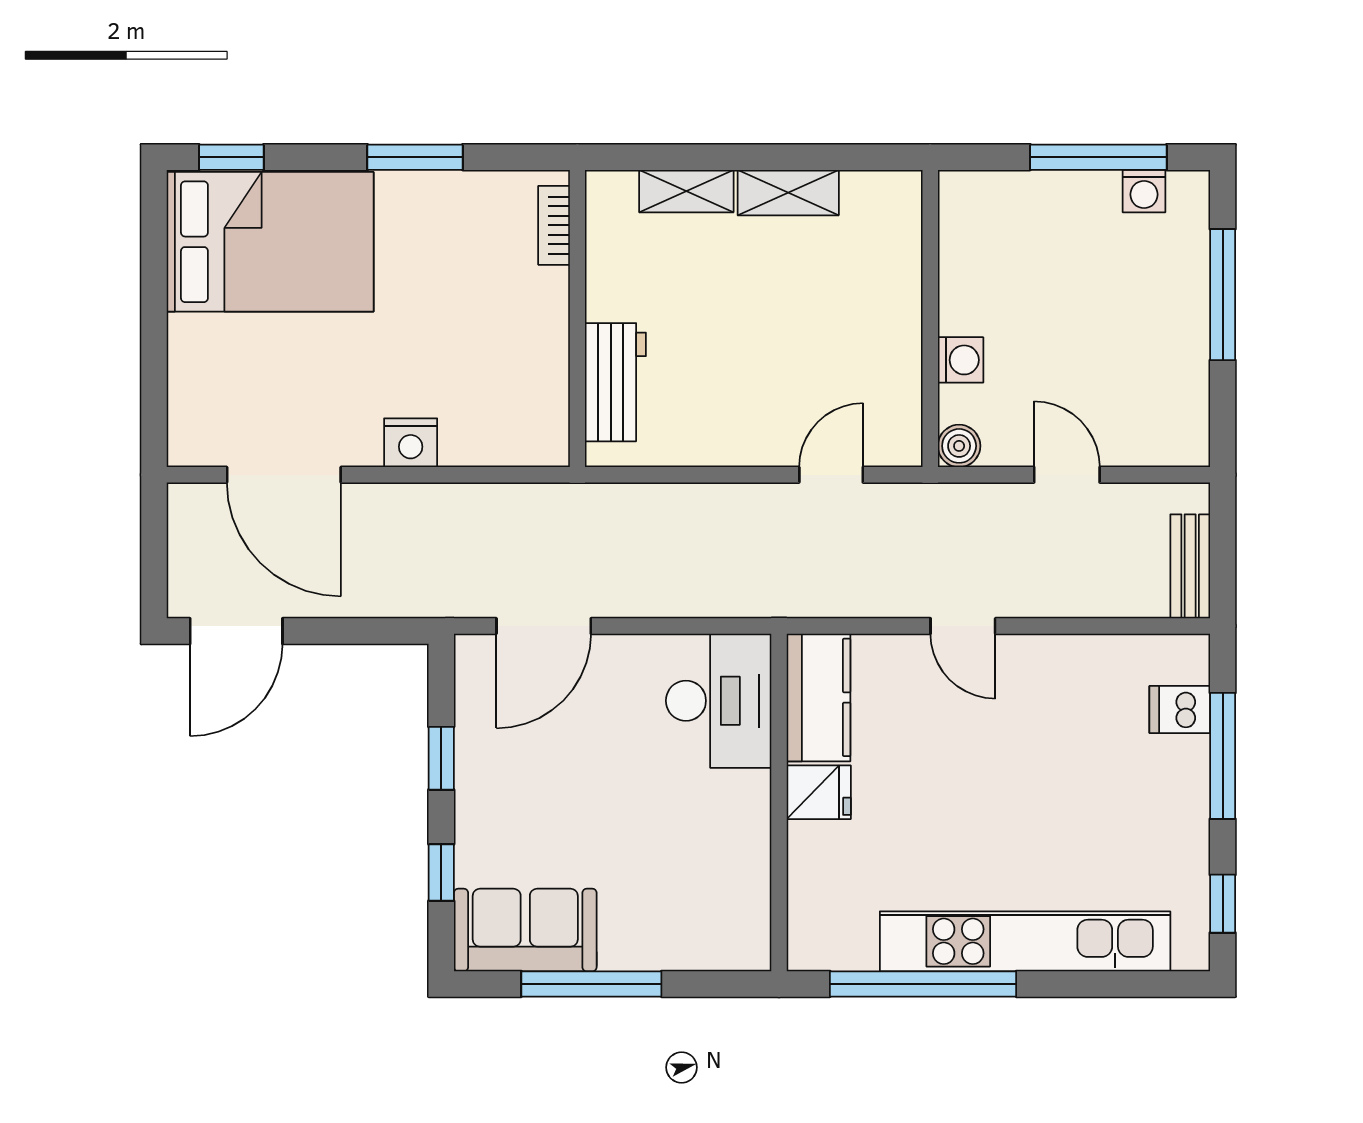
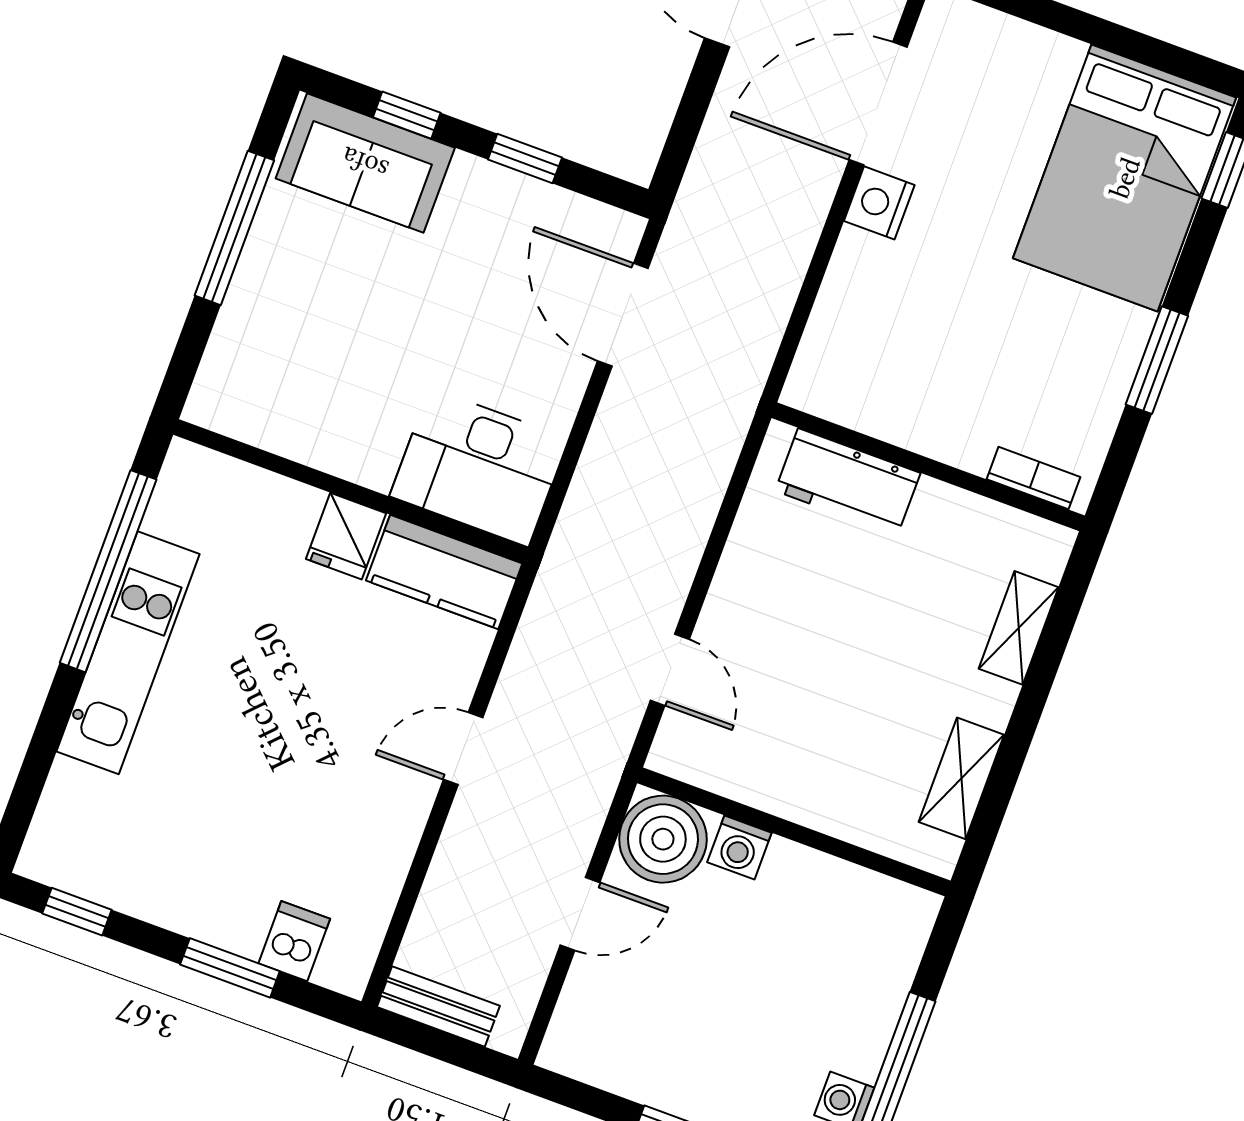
shelving: (788, 193) -> (961, 778), moved
nightstand: (411, 443) -> (879, 203), moved
boiler: (959, 446) -> (663, 839), width x1.86, depth x1.86
window: (1223, 756) -> (230, 968), width x0.69
sofa: (525, 930) -> (365, 163), moved, turned 90
kitchen unit: (1025, 941) -> (128, 653), width x0.73

